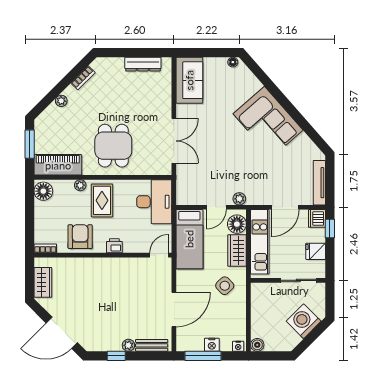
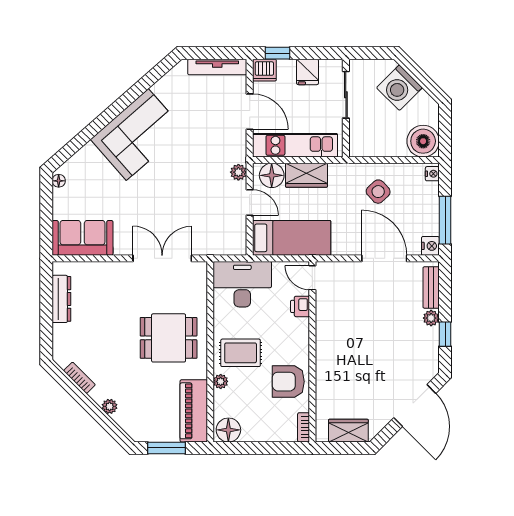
printer: (114, 246) -> (300, 306), moved
side table: (225, 286) -> (378, 192), moved
nightstand: (212, 345) -> (430, 246), moved
boiler: (257, 345) -> (423, 141), width x1.86, depth x1.86

